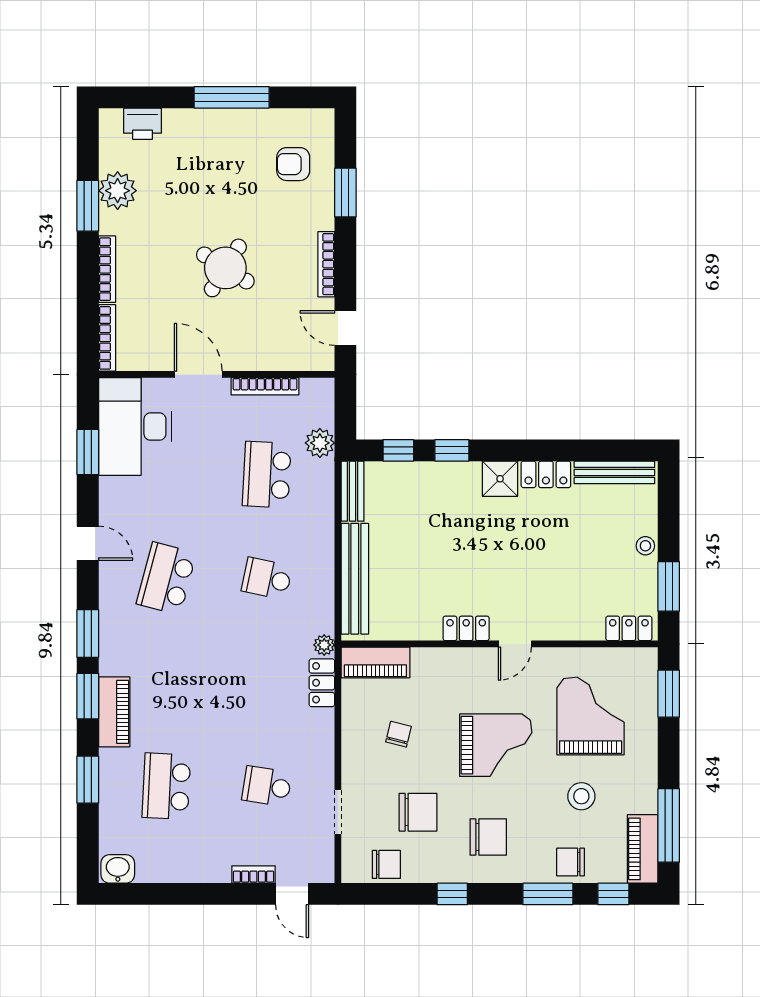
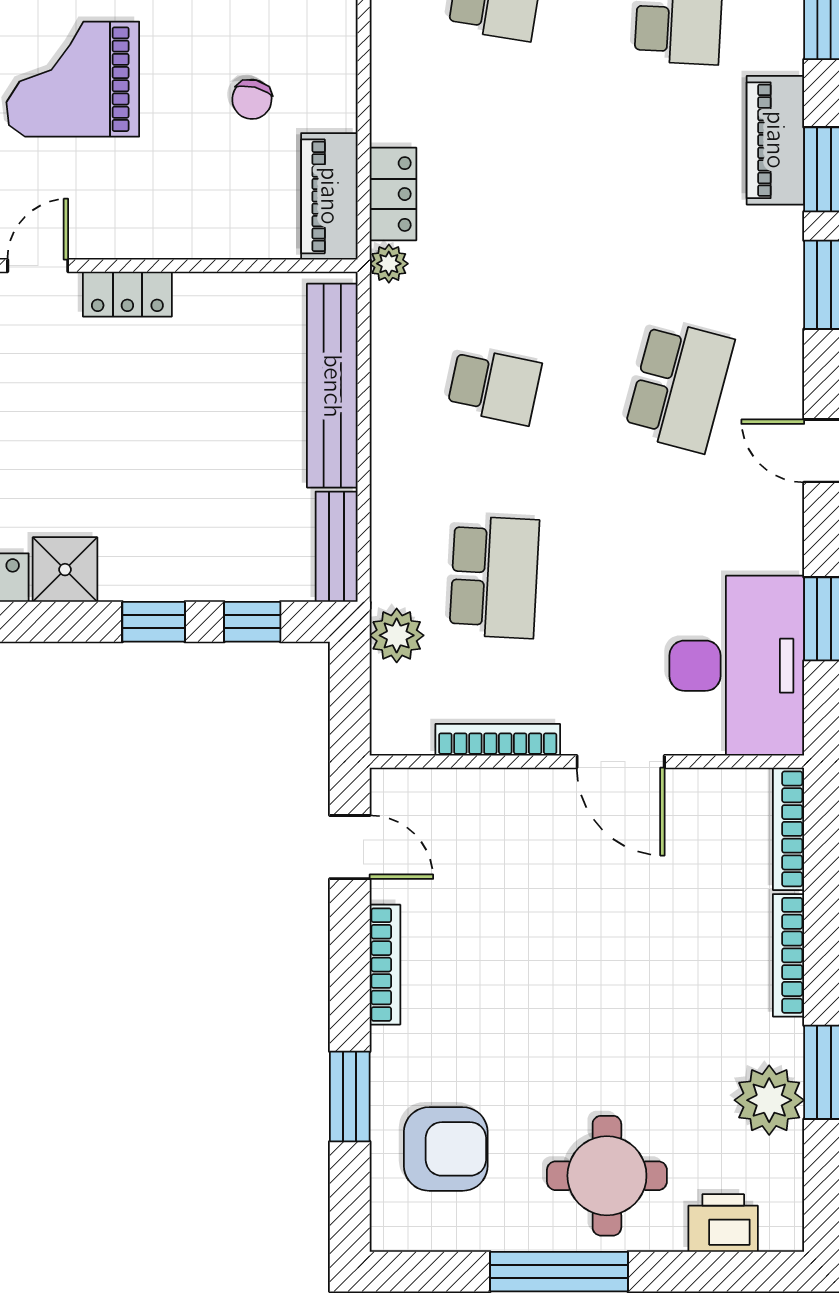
armchair: (293, 164) -> (446, 1149), width x1.38, depth x1.38
round table: (225, 268) -> (607, 1176), moved, turned -32
piano: (375, 662) -> (329, 196), moved, turned -90

